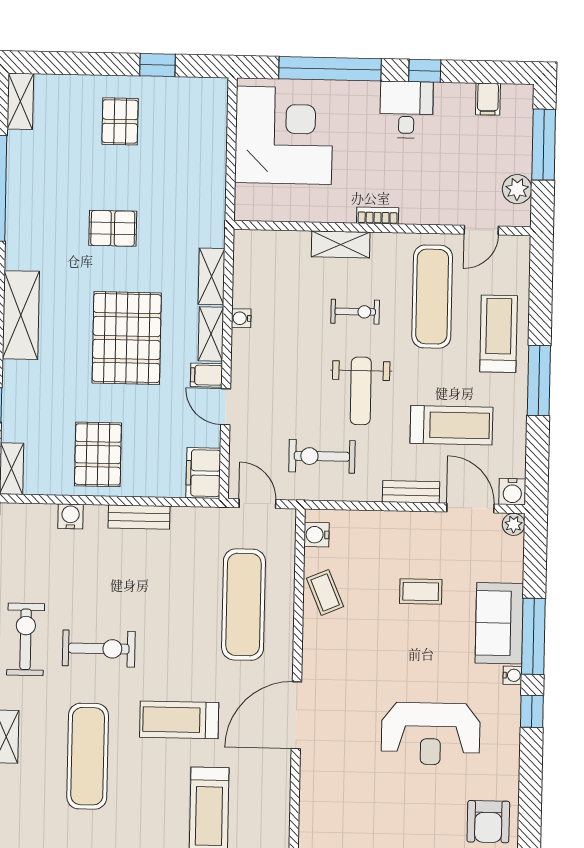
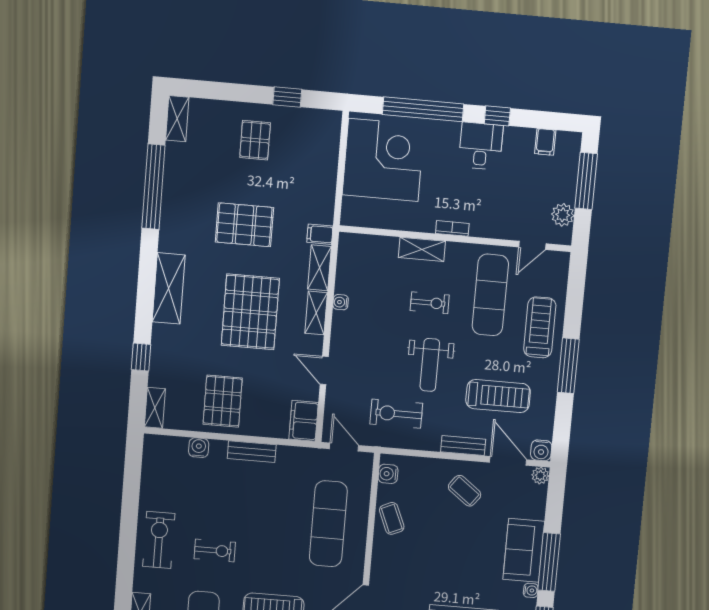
pallet: (113, 228) -> (244, 225), width x1.50, depth x1.42
filing cabinet: (206, 375) -> (320, 234), moved
coffee table: (421, 592) -> (465, 491), moved, turned 37
exercise bike: (99, 649) -> (215, 550), width x0.73, depth x0.72

